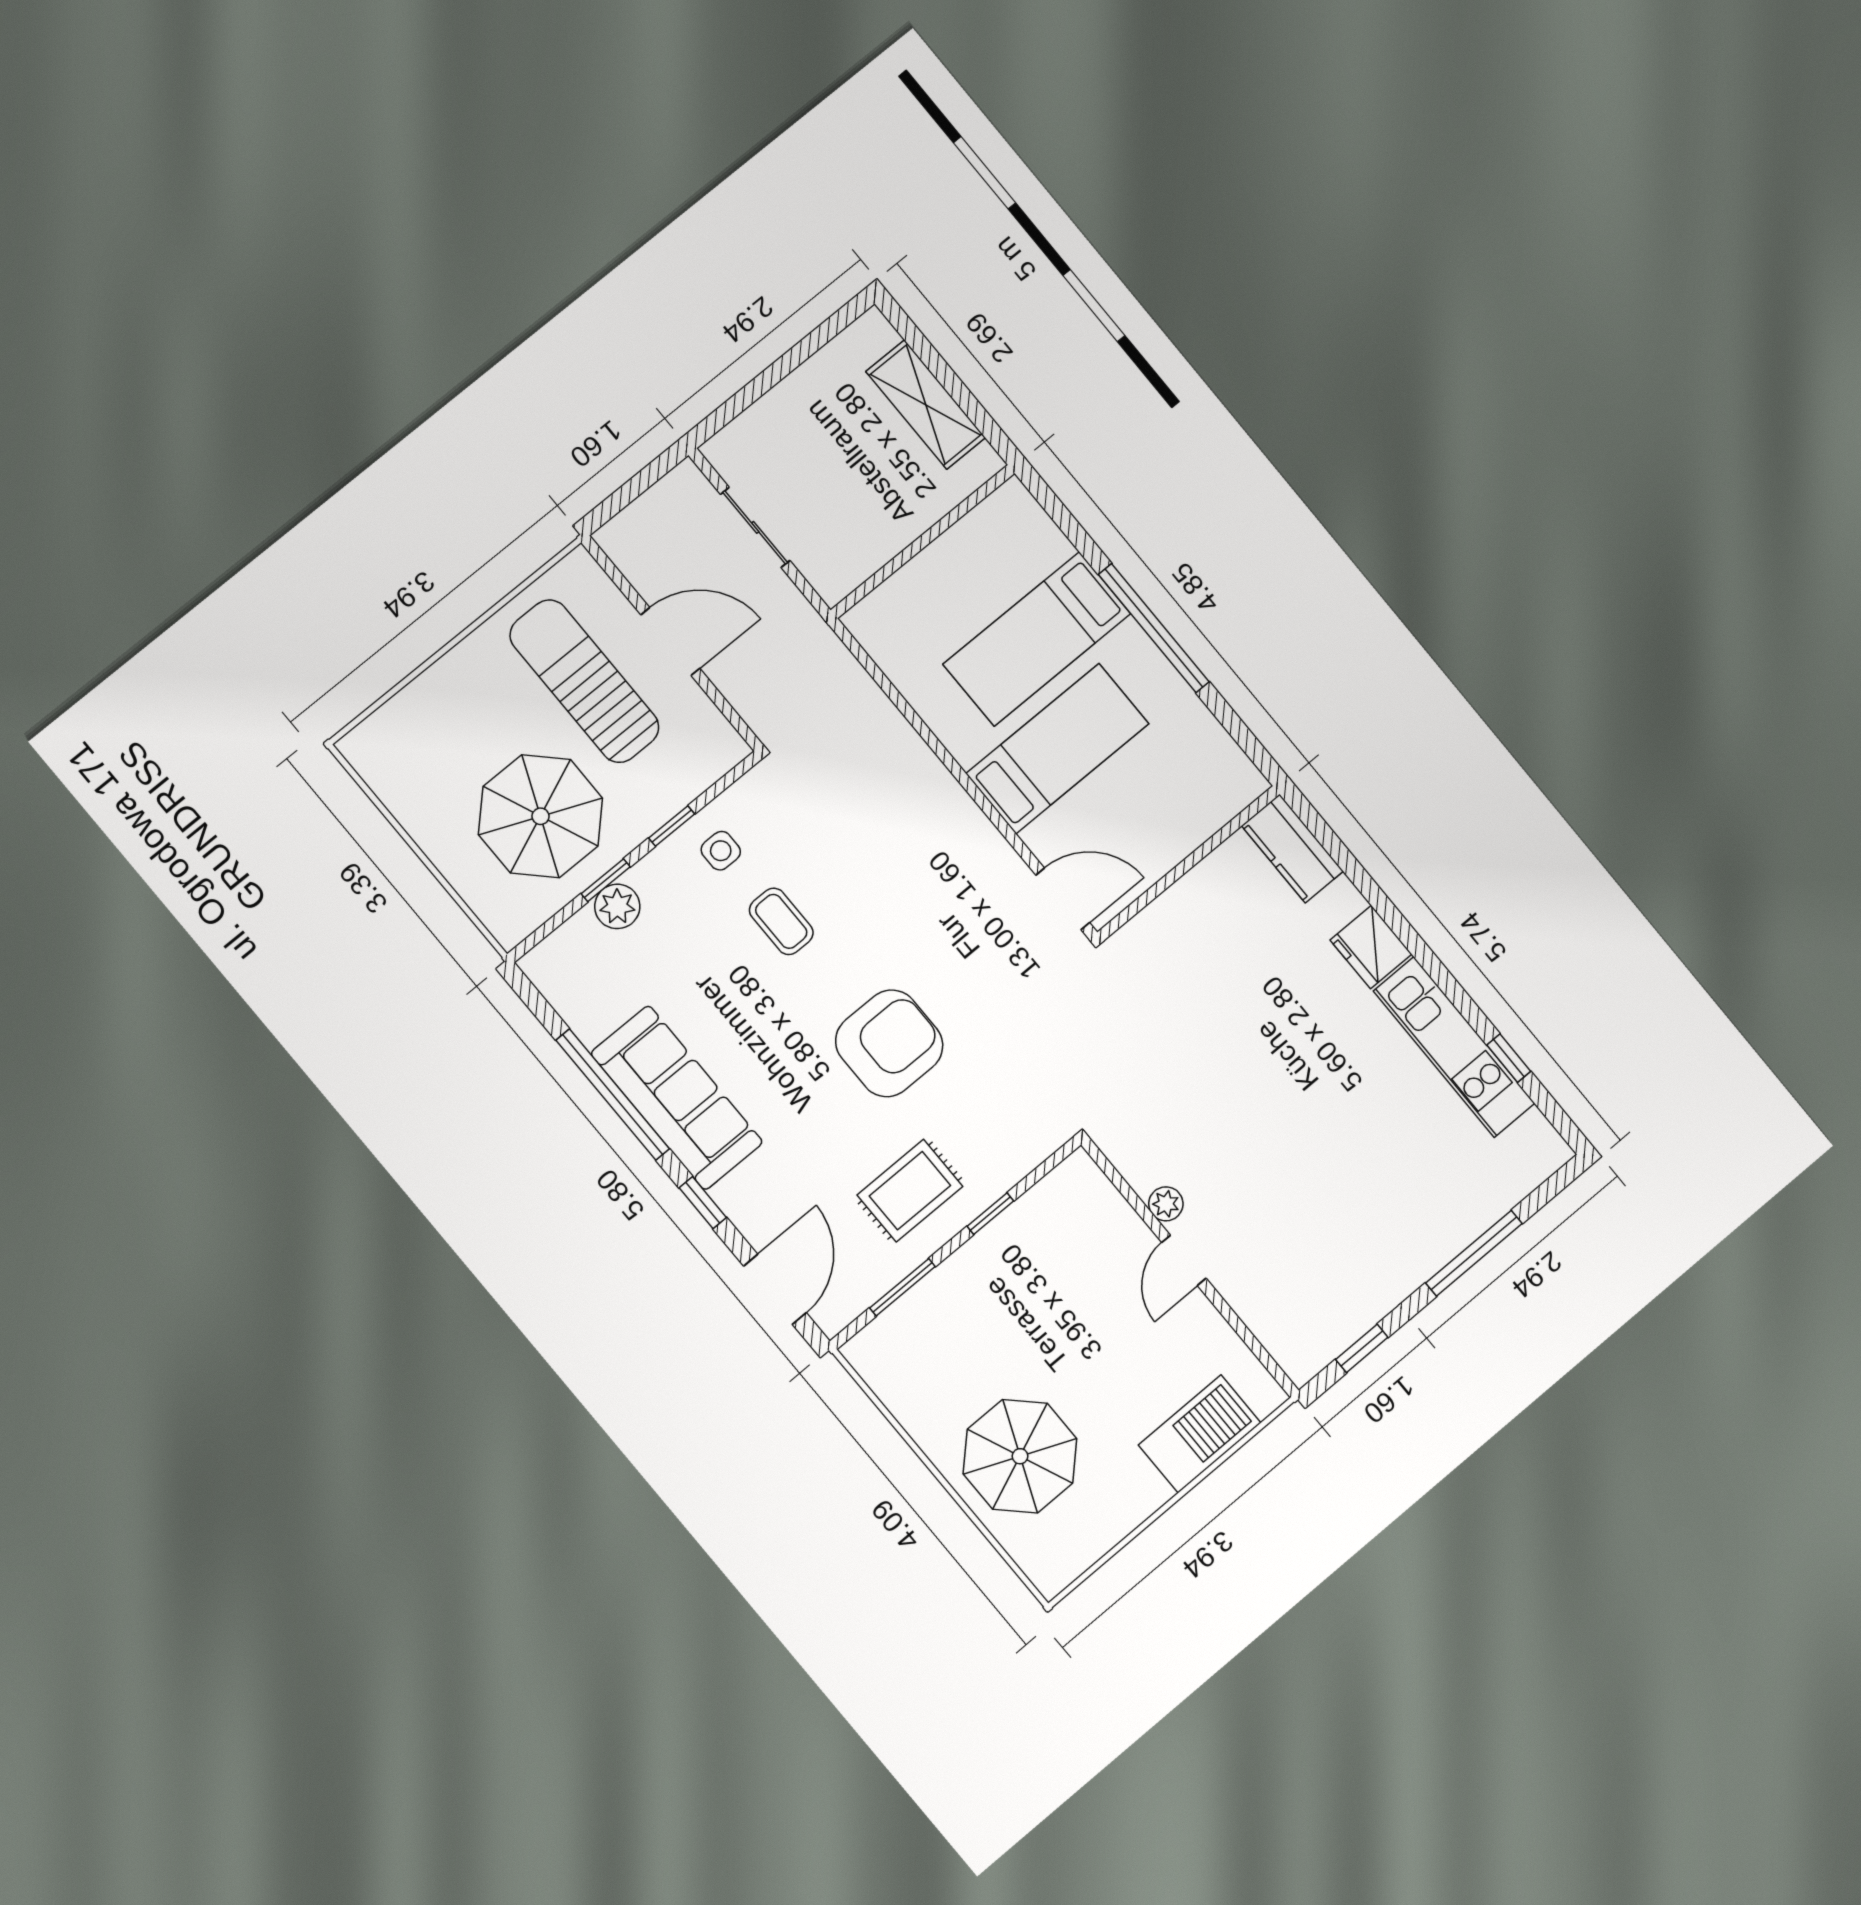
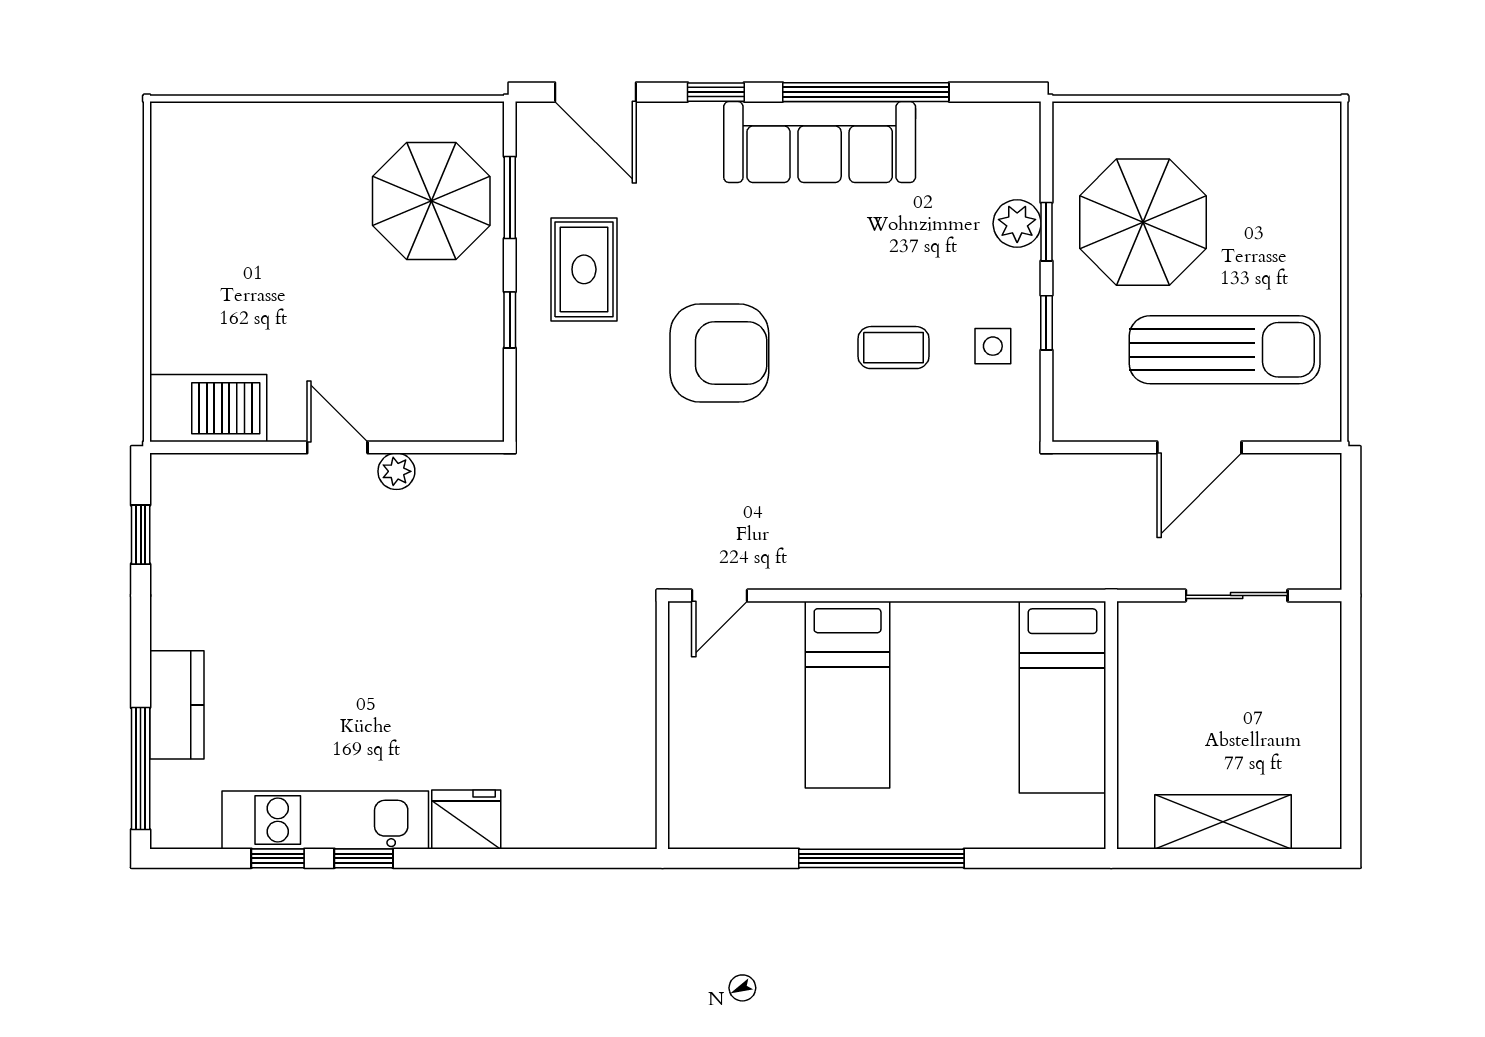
bed: (1037, 639) -> (1062, 697), moved, turned 180
kitchen counter: (1292, 849) -> (177, 705), moved, turned 90
door: (1063, 899) -> (720, 595), width x0.73
window: (1458, 997) -> (364, 858), added
armchair: (889, 1043) -> (719, 353), turned -90
window: (1474, 1253) -> (141, 769), moved
barbecue: (1200, 1434) -> (208, 408), moved, turned -90
parasol: (1020, 1456) -> (431, 201), moved

